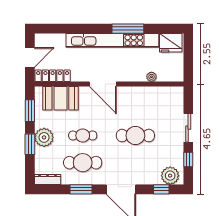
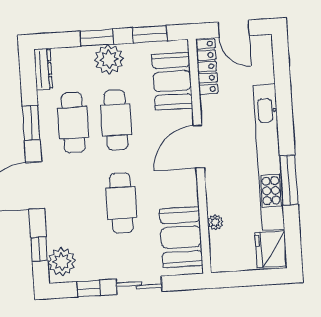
booth: (160, 99) -> (181, 237), added
cafe table: (83, 136) -> (116, 120), width x1.37, depth x1.35

